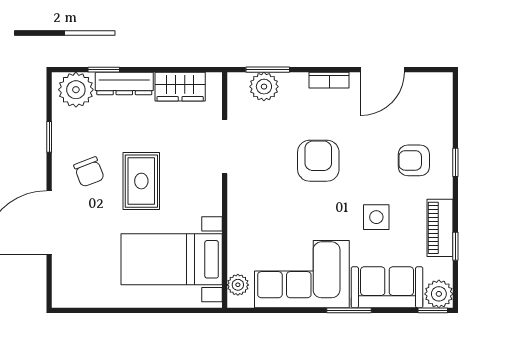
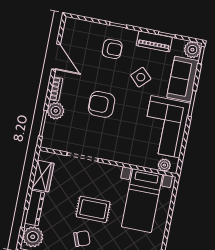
plant: (264, 87) -> (56, 111), moved
armchair: (414, 160) -> (112, 49), turned -90
side table: (376, 217) -> (141, 77), turned 45

